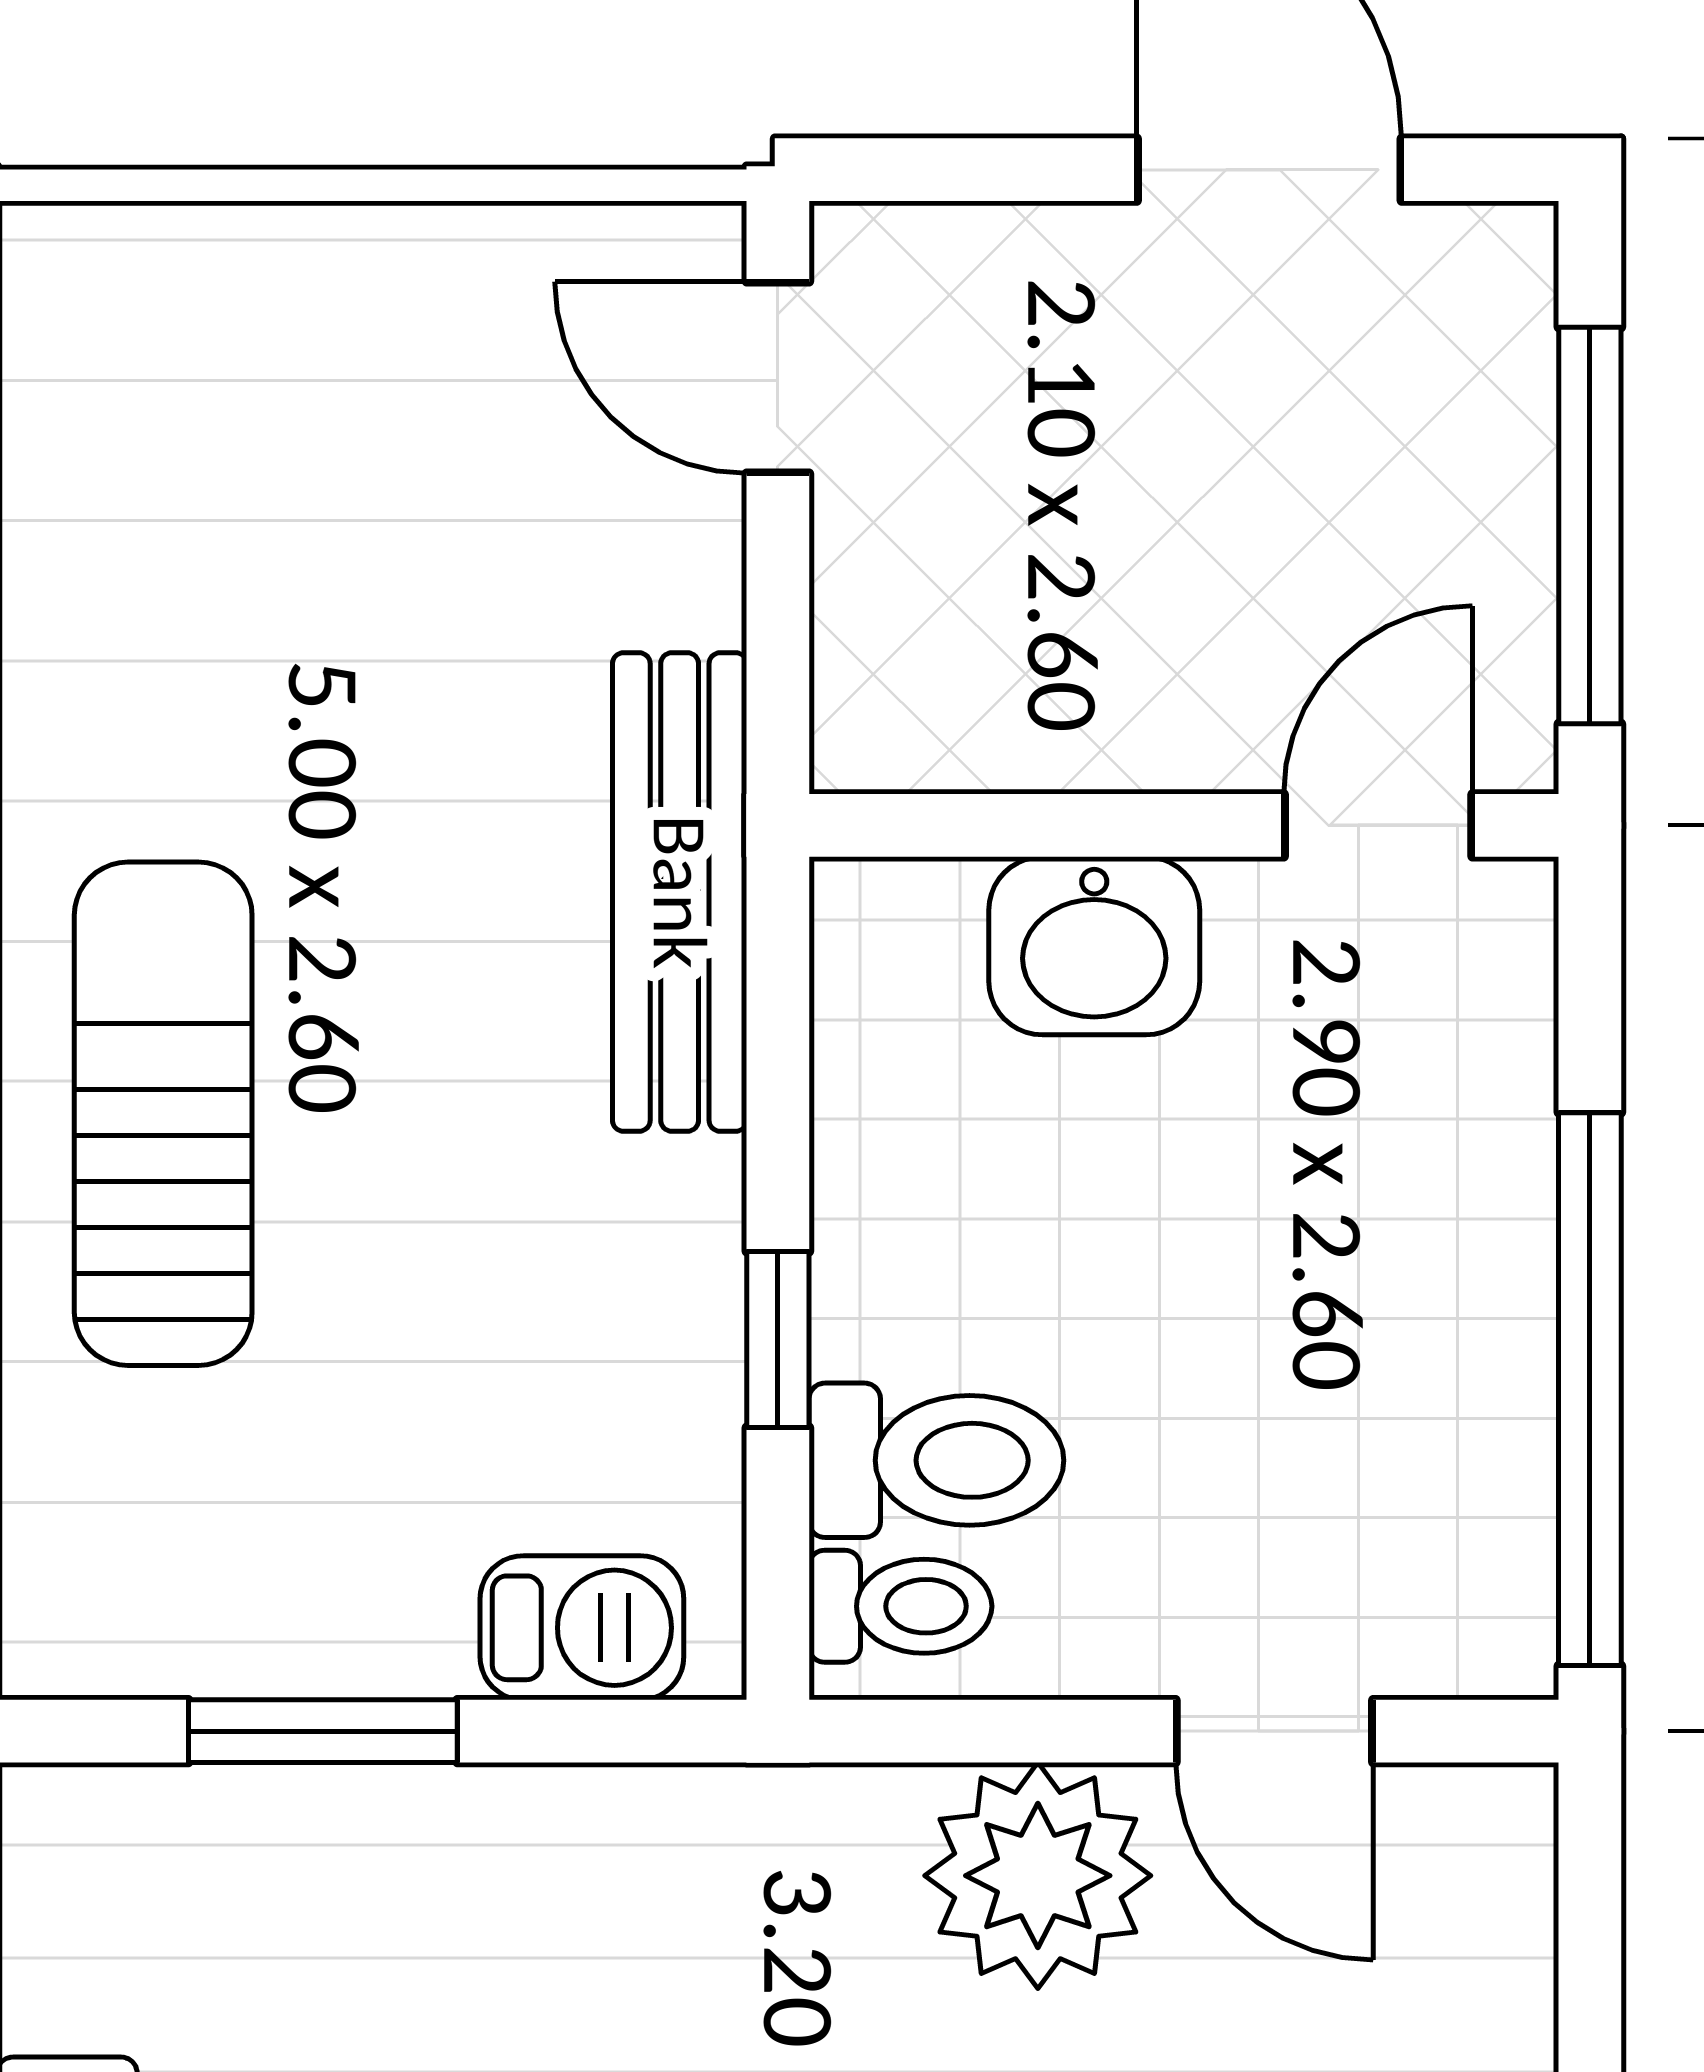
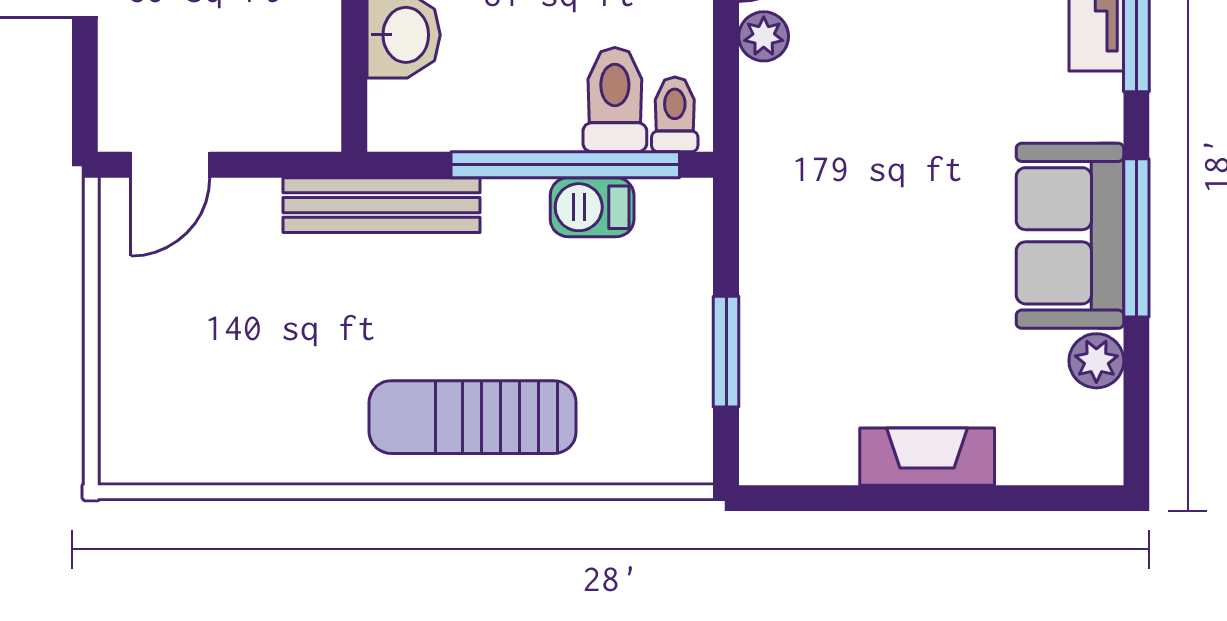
window: (778, 1339) -> (565, 165), width x3.17
barbecue: (582, 1628) -> (592, 207), moved, turned -90
plant: (1038, 1876) -> (764, 36), width x0.53, depth x0.53

